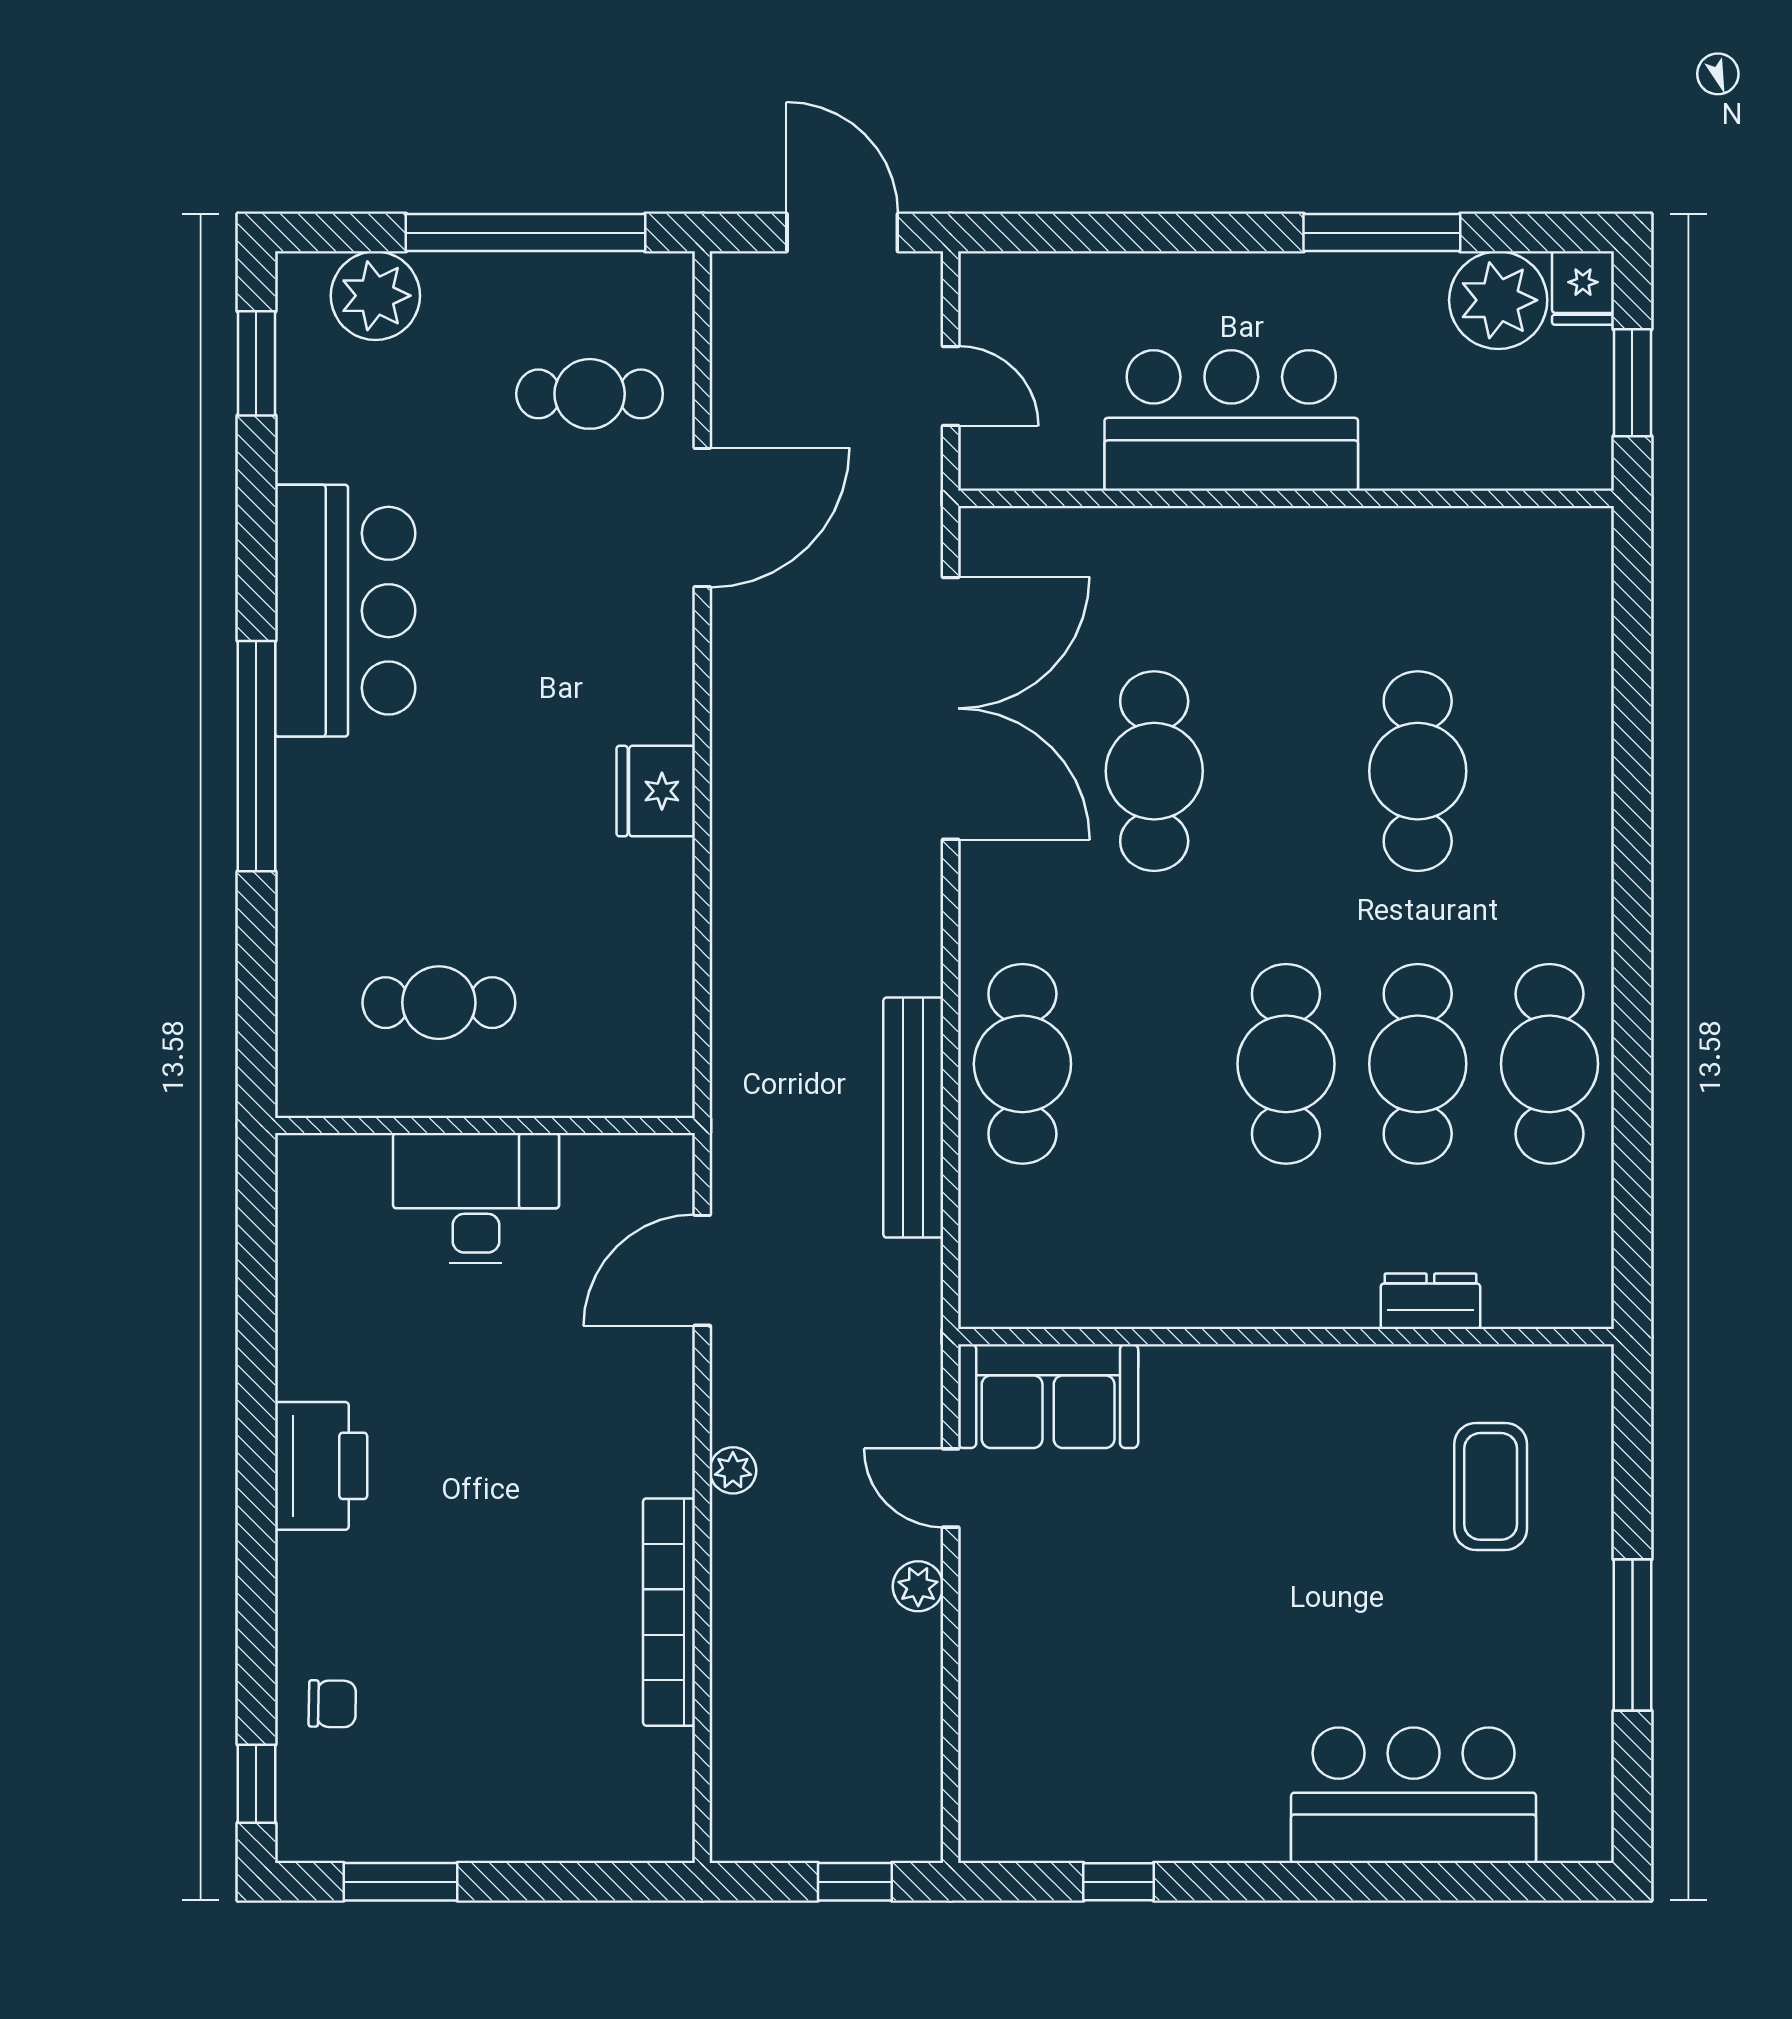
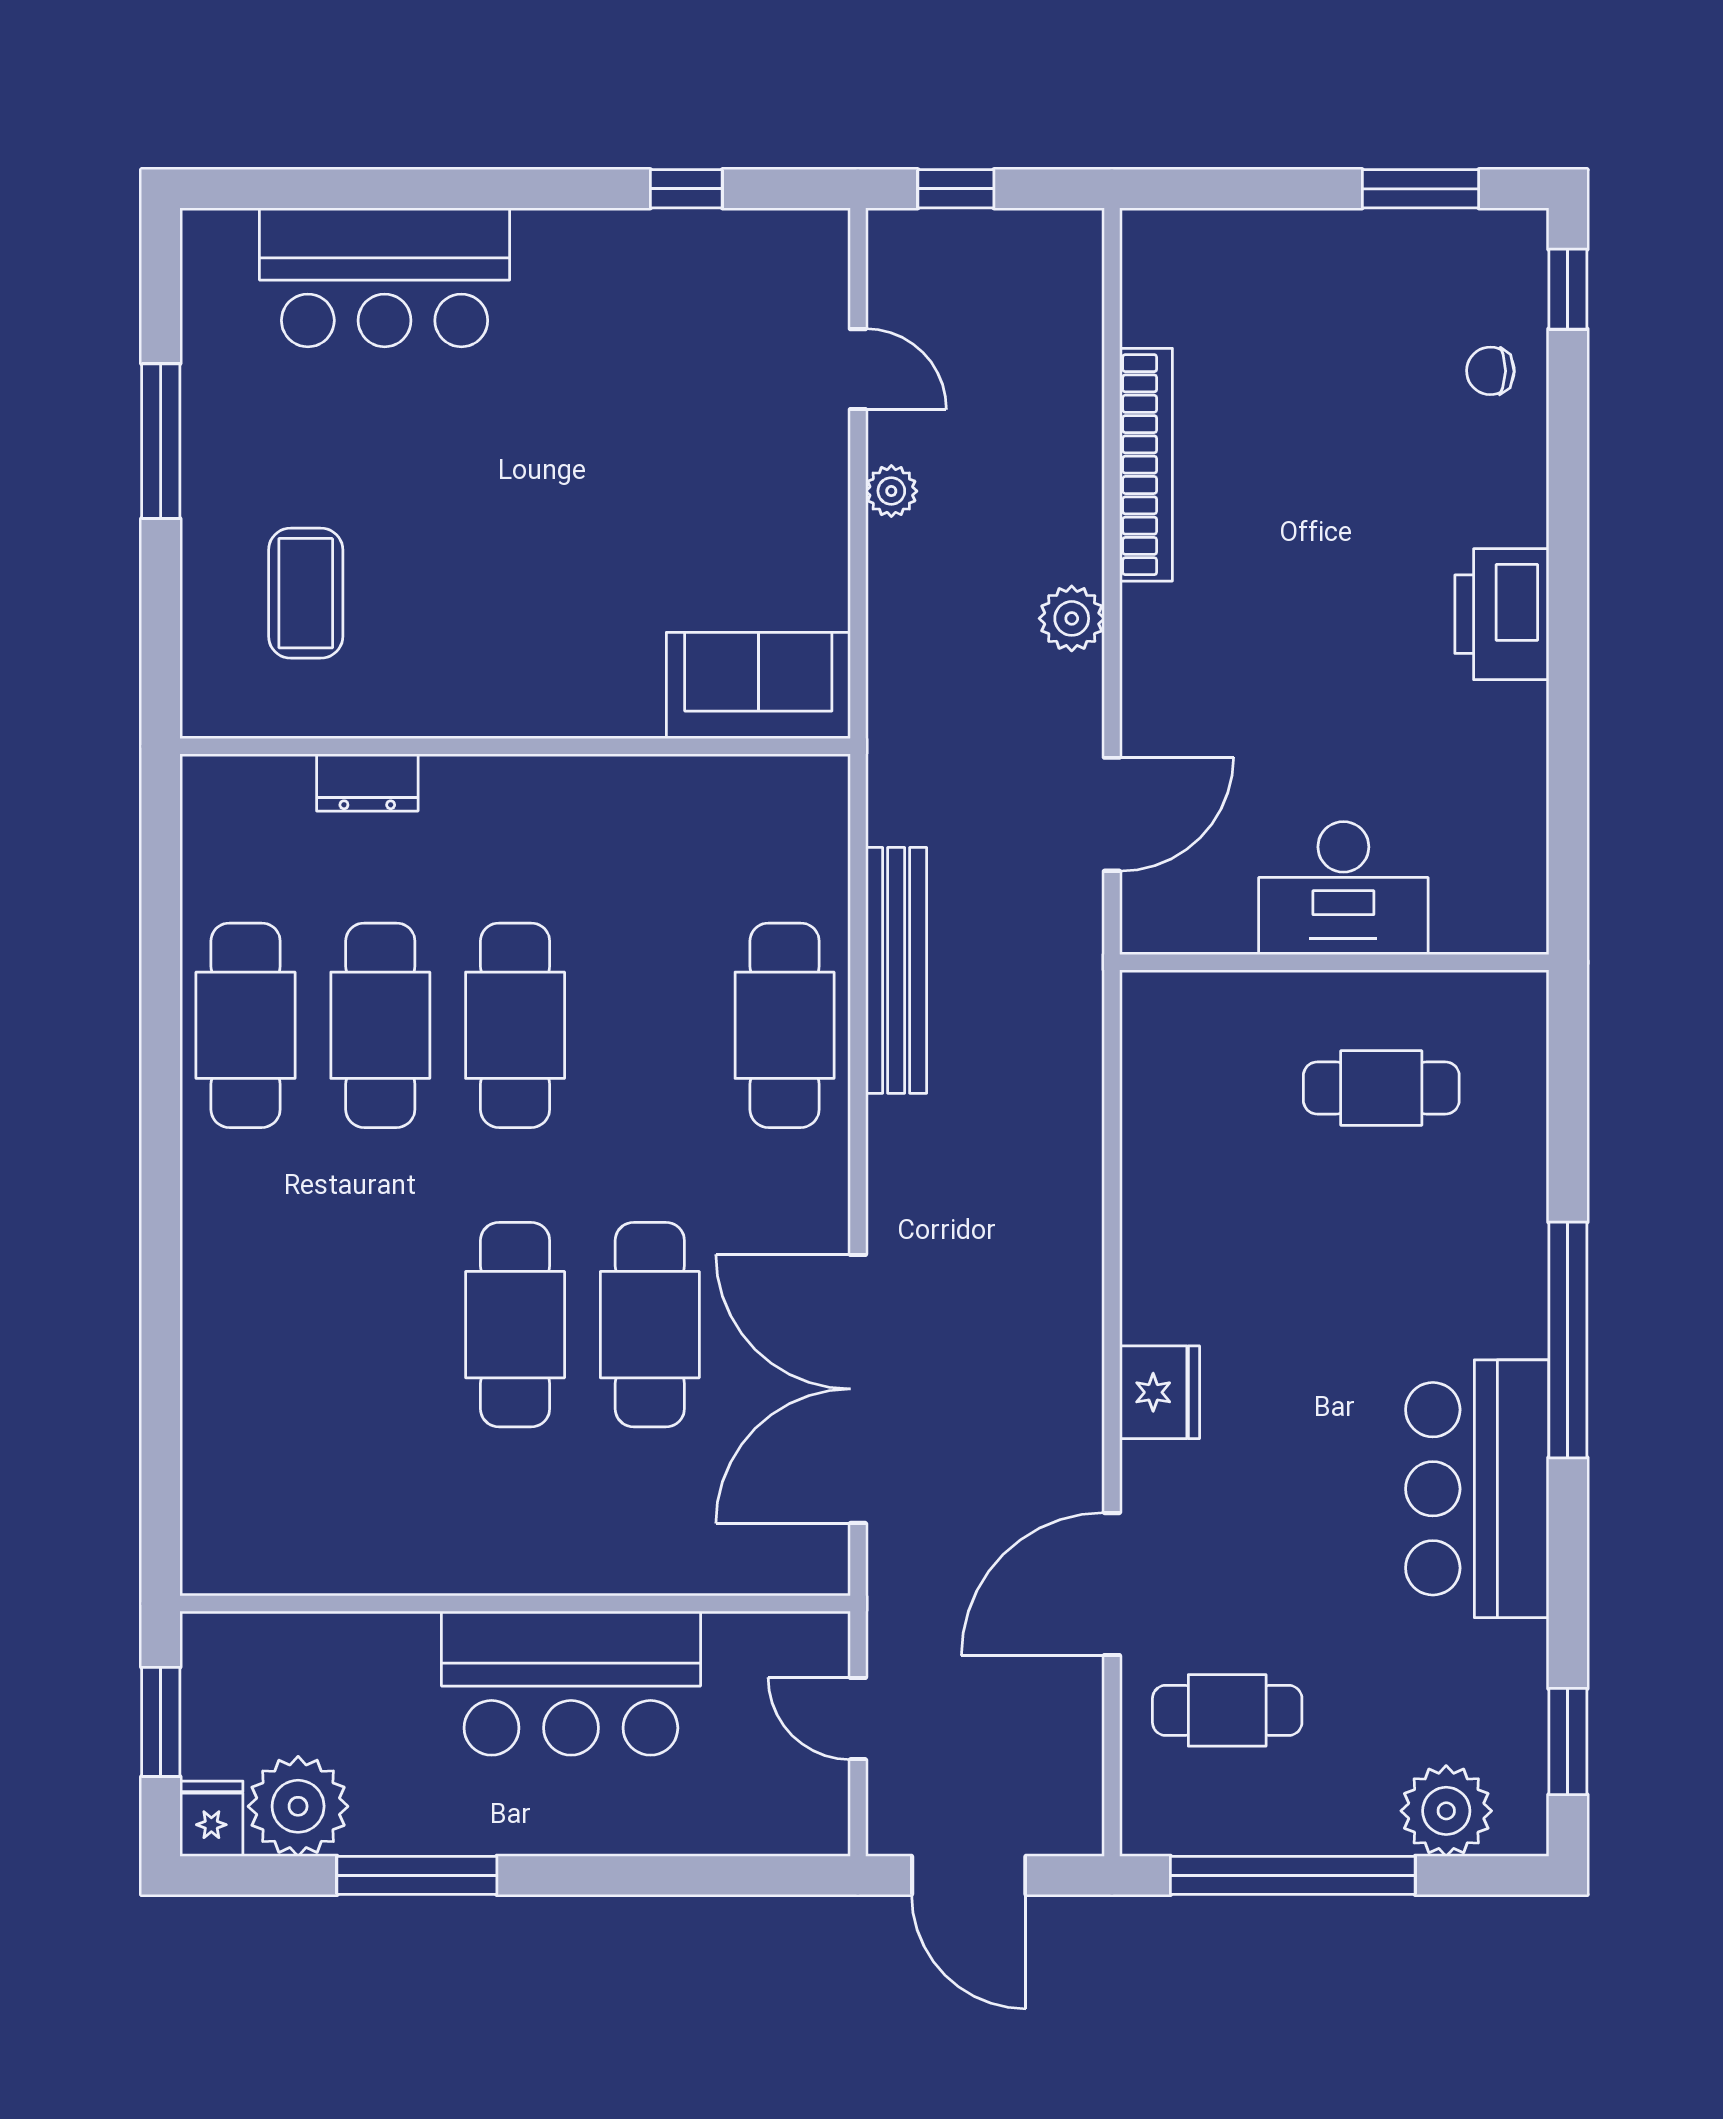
cafe table: (1418, 771) -> (515, 1325), moved
fridge: (656, 791) -> (1160, 1392), moved
plant: (733, 1470) -> (1072, 618), width x1.38, depth x1.38
door: (951, 1488) -> (858, 369), moved

